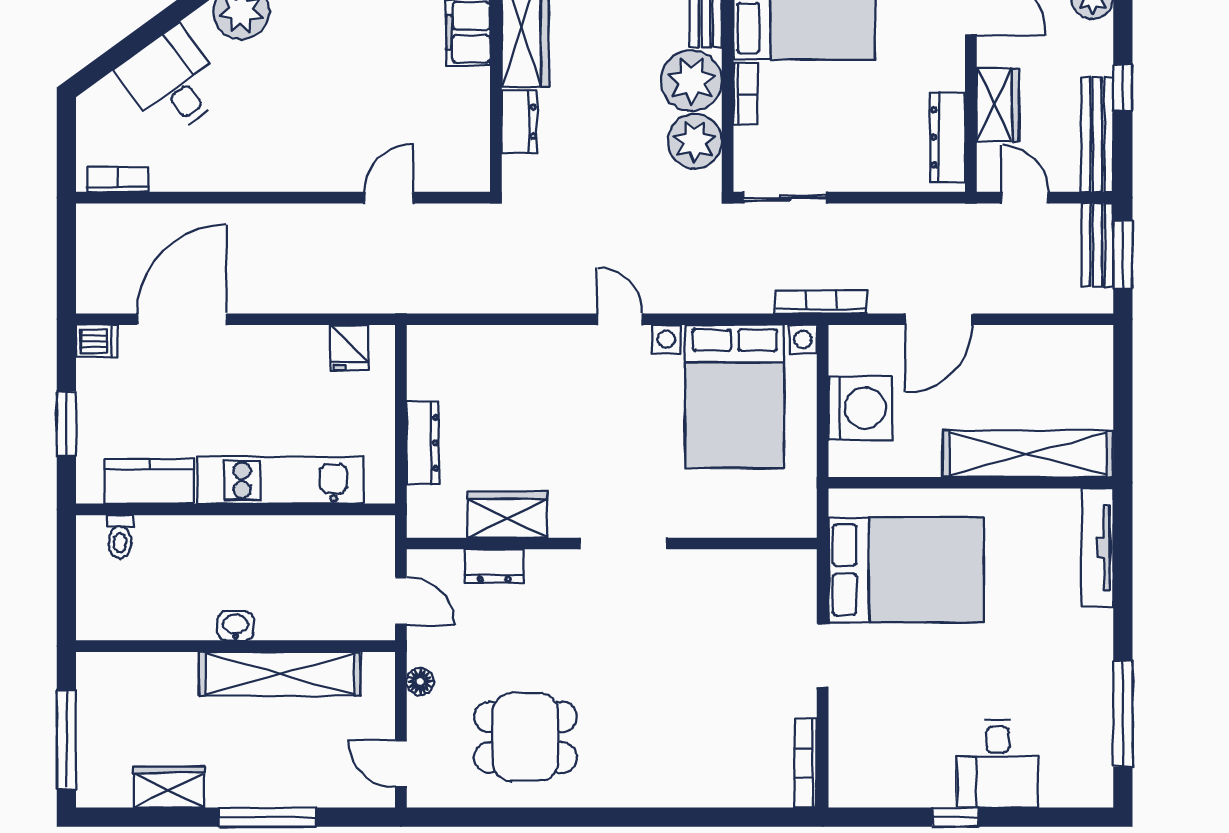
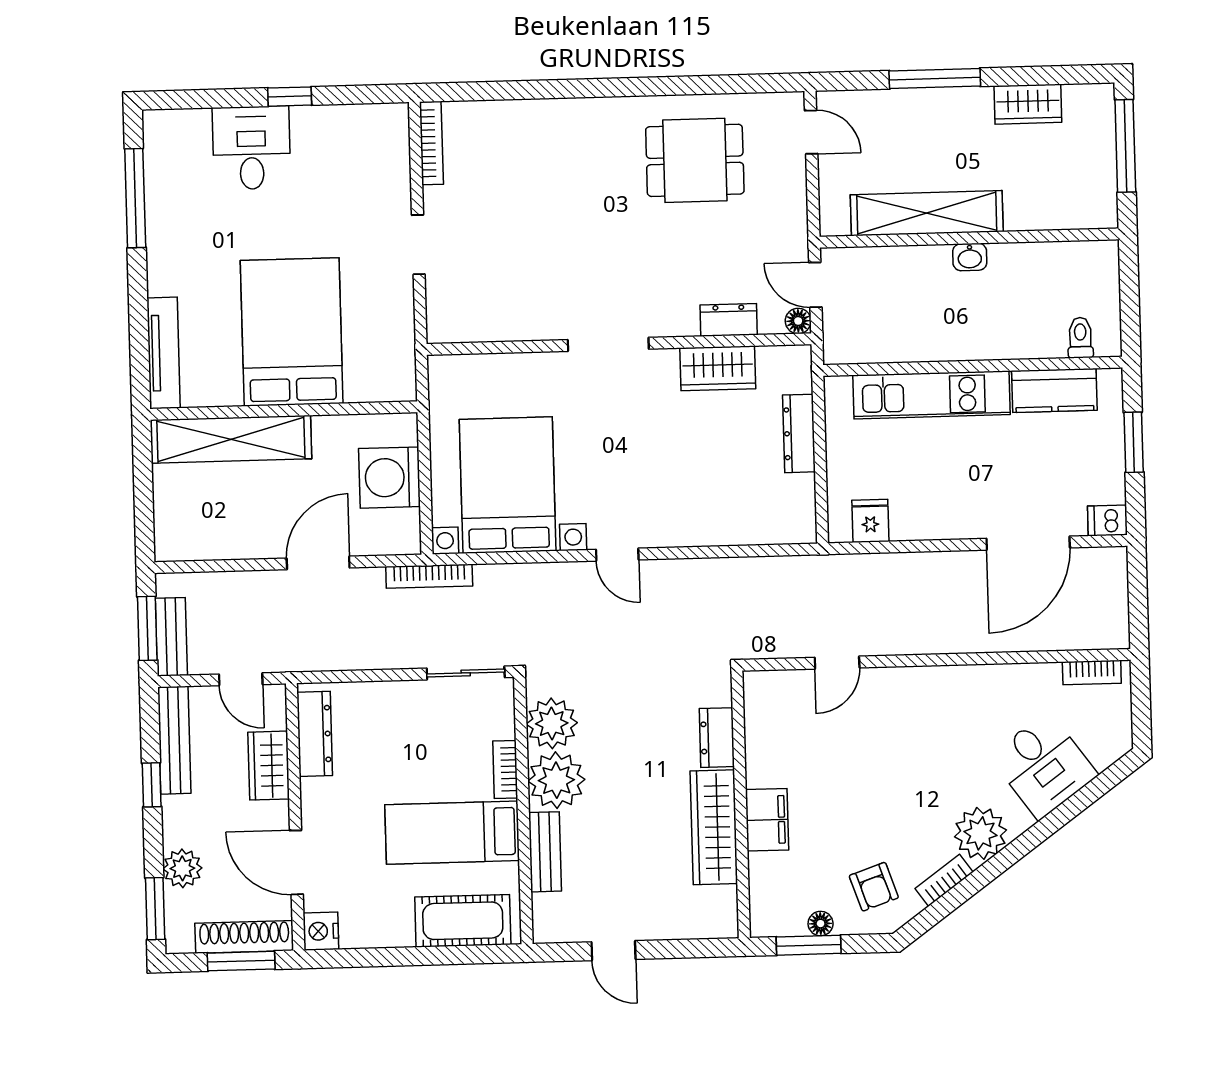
bed: (906, 570) -> (292, 332), moved, turned 90
floor lamp: (420, 682) -> (798, 321), moved

